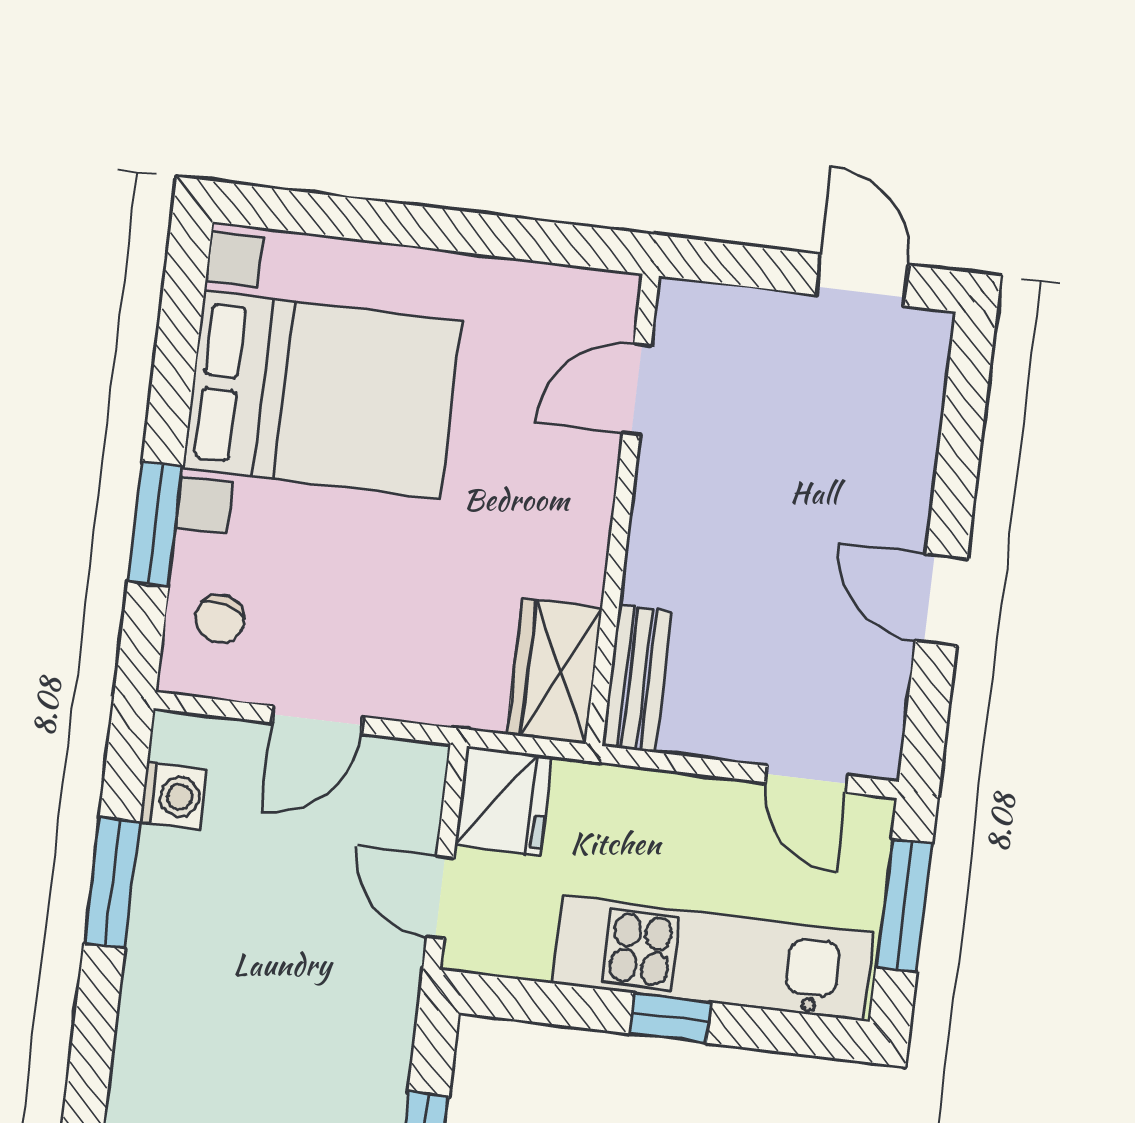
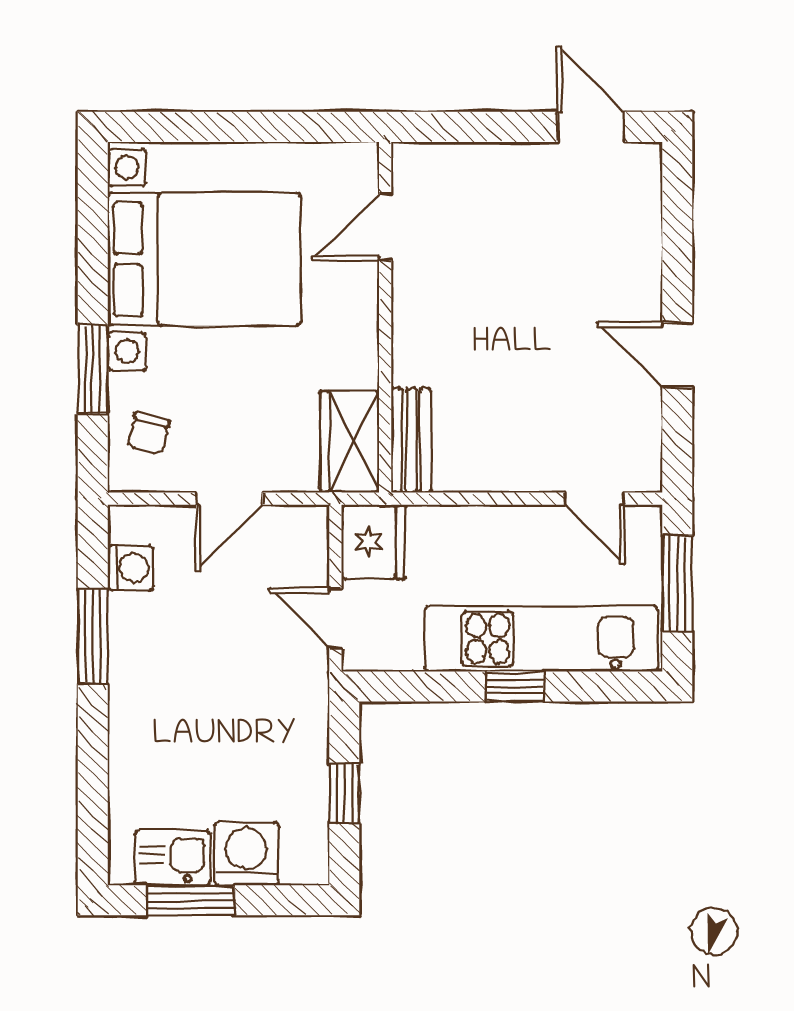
door: (637, 389) -> (385, 227), moved
wall: (622, 510) -> (385, 317), moved
wardrobe: (555, 671) -> (350, 442), moved
bench: (637, 679) -> (411, 440), moved

